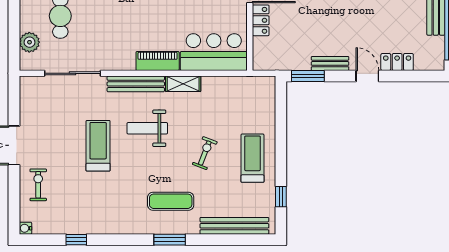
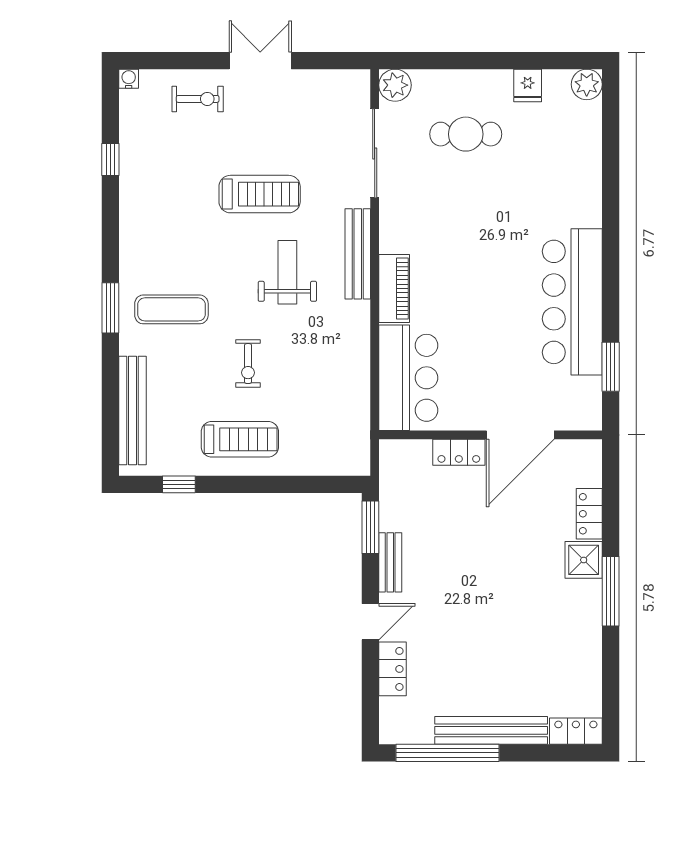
plant: (29, 42) -> (395, 85), moved
shelving: (183, 84) -> (358, 329), removed
exercise bike: (205, 153) -> (248, 364), turned 69
exercise mat: (171, 201) -> (171, 309), turned 90

